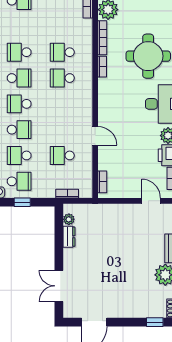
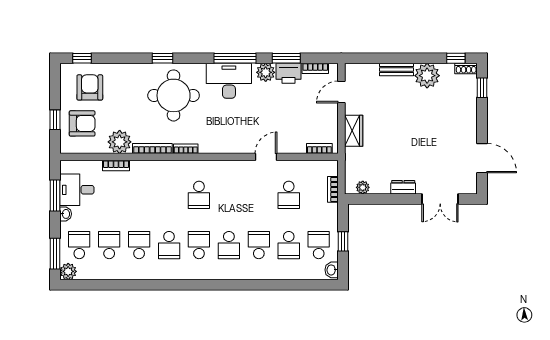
school desk: (62, 52) -> (139, 245), moved, turned 180
wardrobe: (118, 211) -> (354, 131), added
dresser: (69, 237) -> (403, 187), moved

